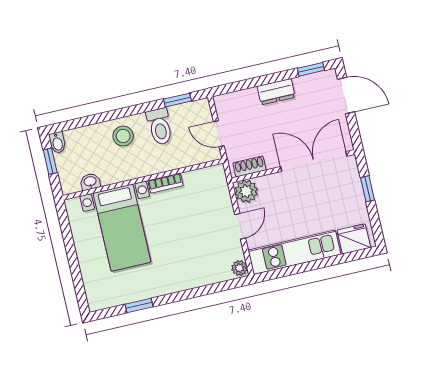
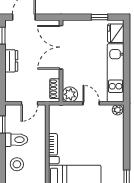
window: (368, 189) -> (99, 17), moved

